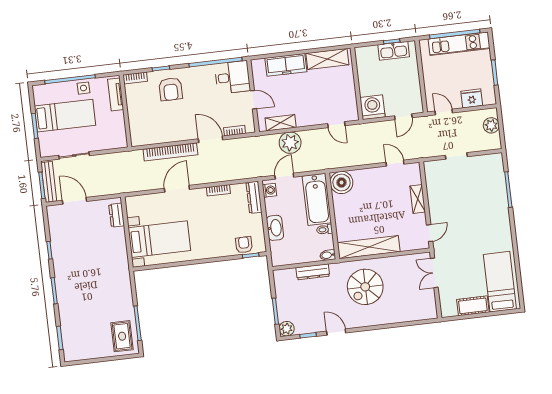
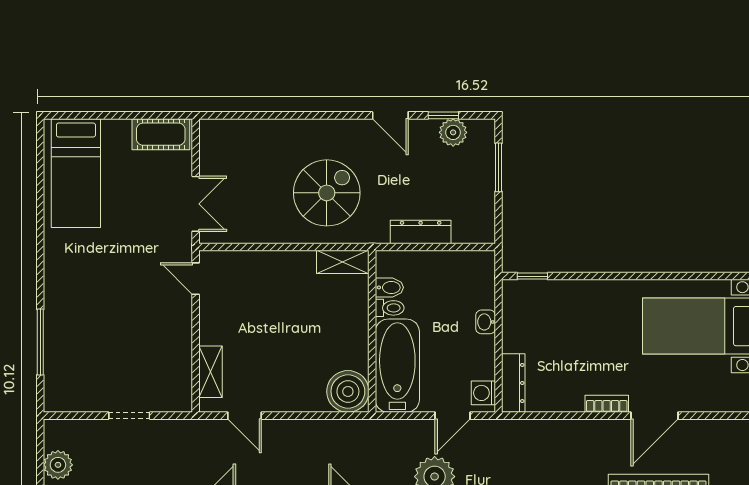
bookcase: (218, 190) -> (607, 404), moved
shelving: (418, 199) -> (210, 372), moved
washbasin: (275, 228) -> (486, 322), width x0.52, depth x0.69
door: (430, 233) -> (196, 279), hinge flipped
armchair: (244, 245) -> (542, 297), removed
shelving: (369, 247) -> (342, 262), width x0.45, depth x0.75
bidet: (328, 255) -> (389, 287), moved
cot: (473, 306) -> (161, 134), moved
plant: (287, 329) -> (453, 132), moved

